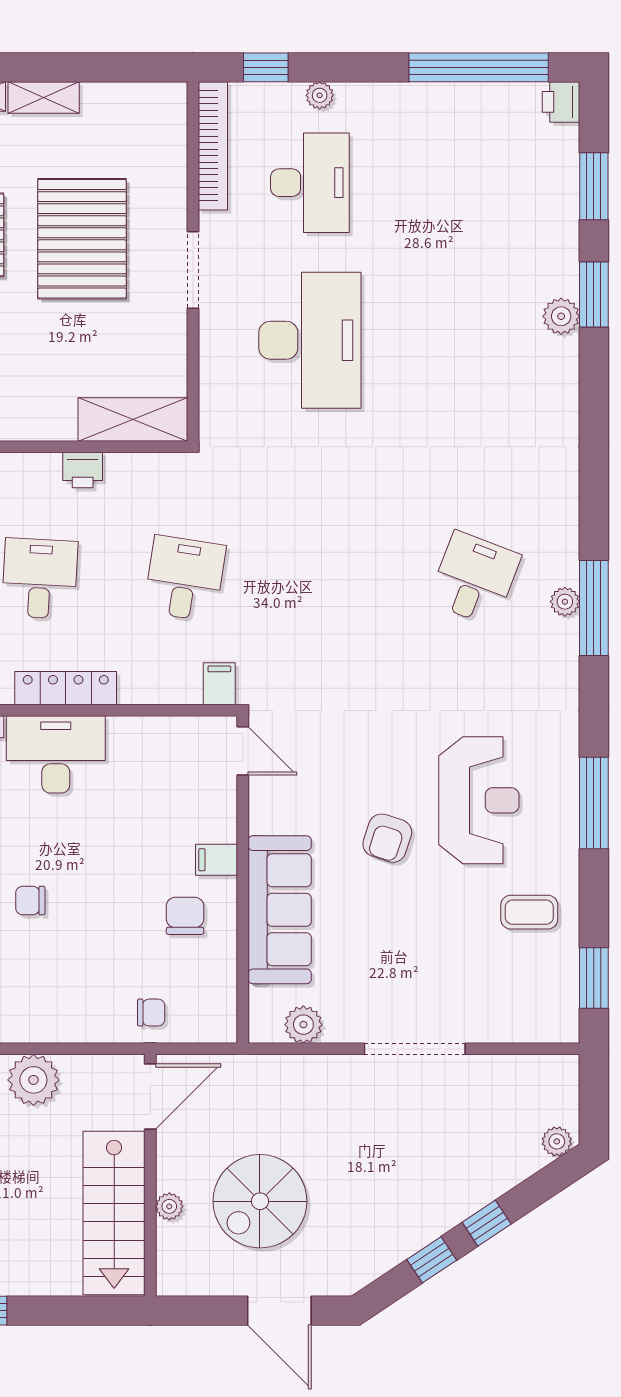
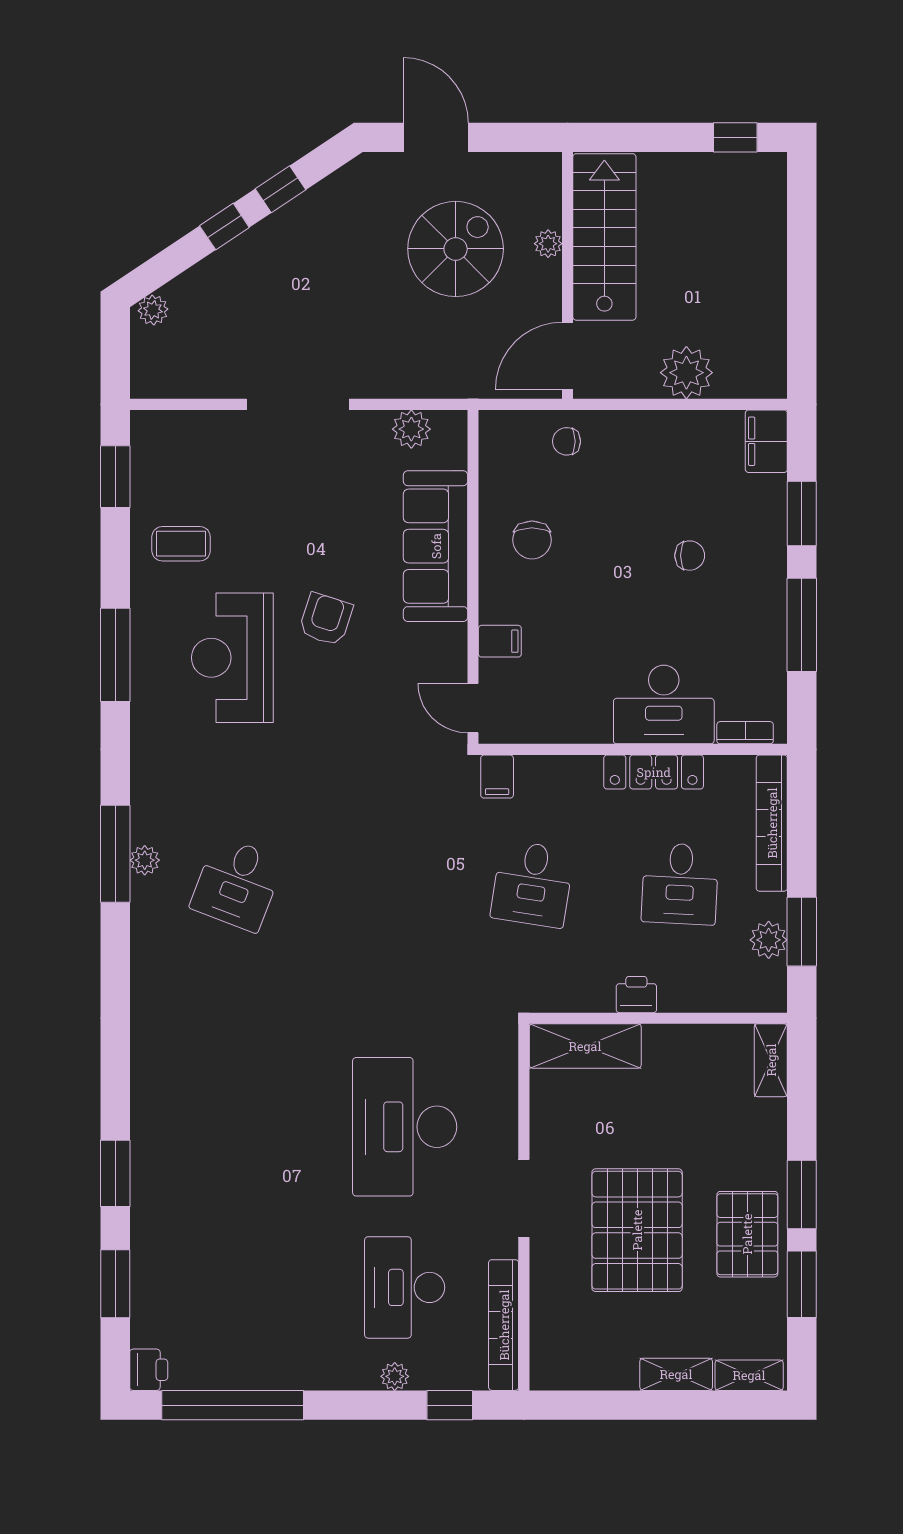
plant: (561, 316) -> (149, 1151), removed
filing cabinet: (217, 860) -> (500, 641), moved

